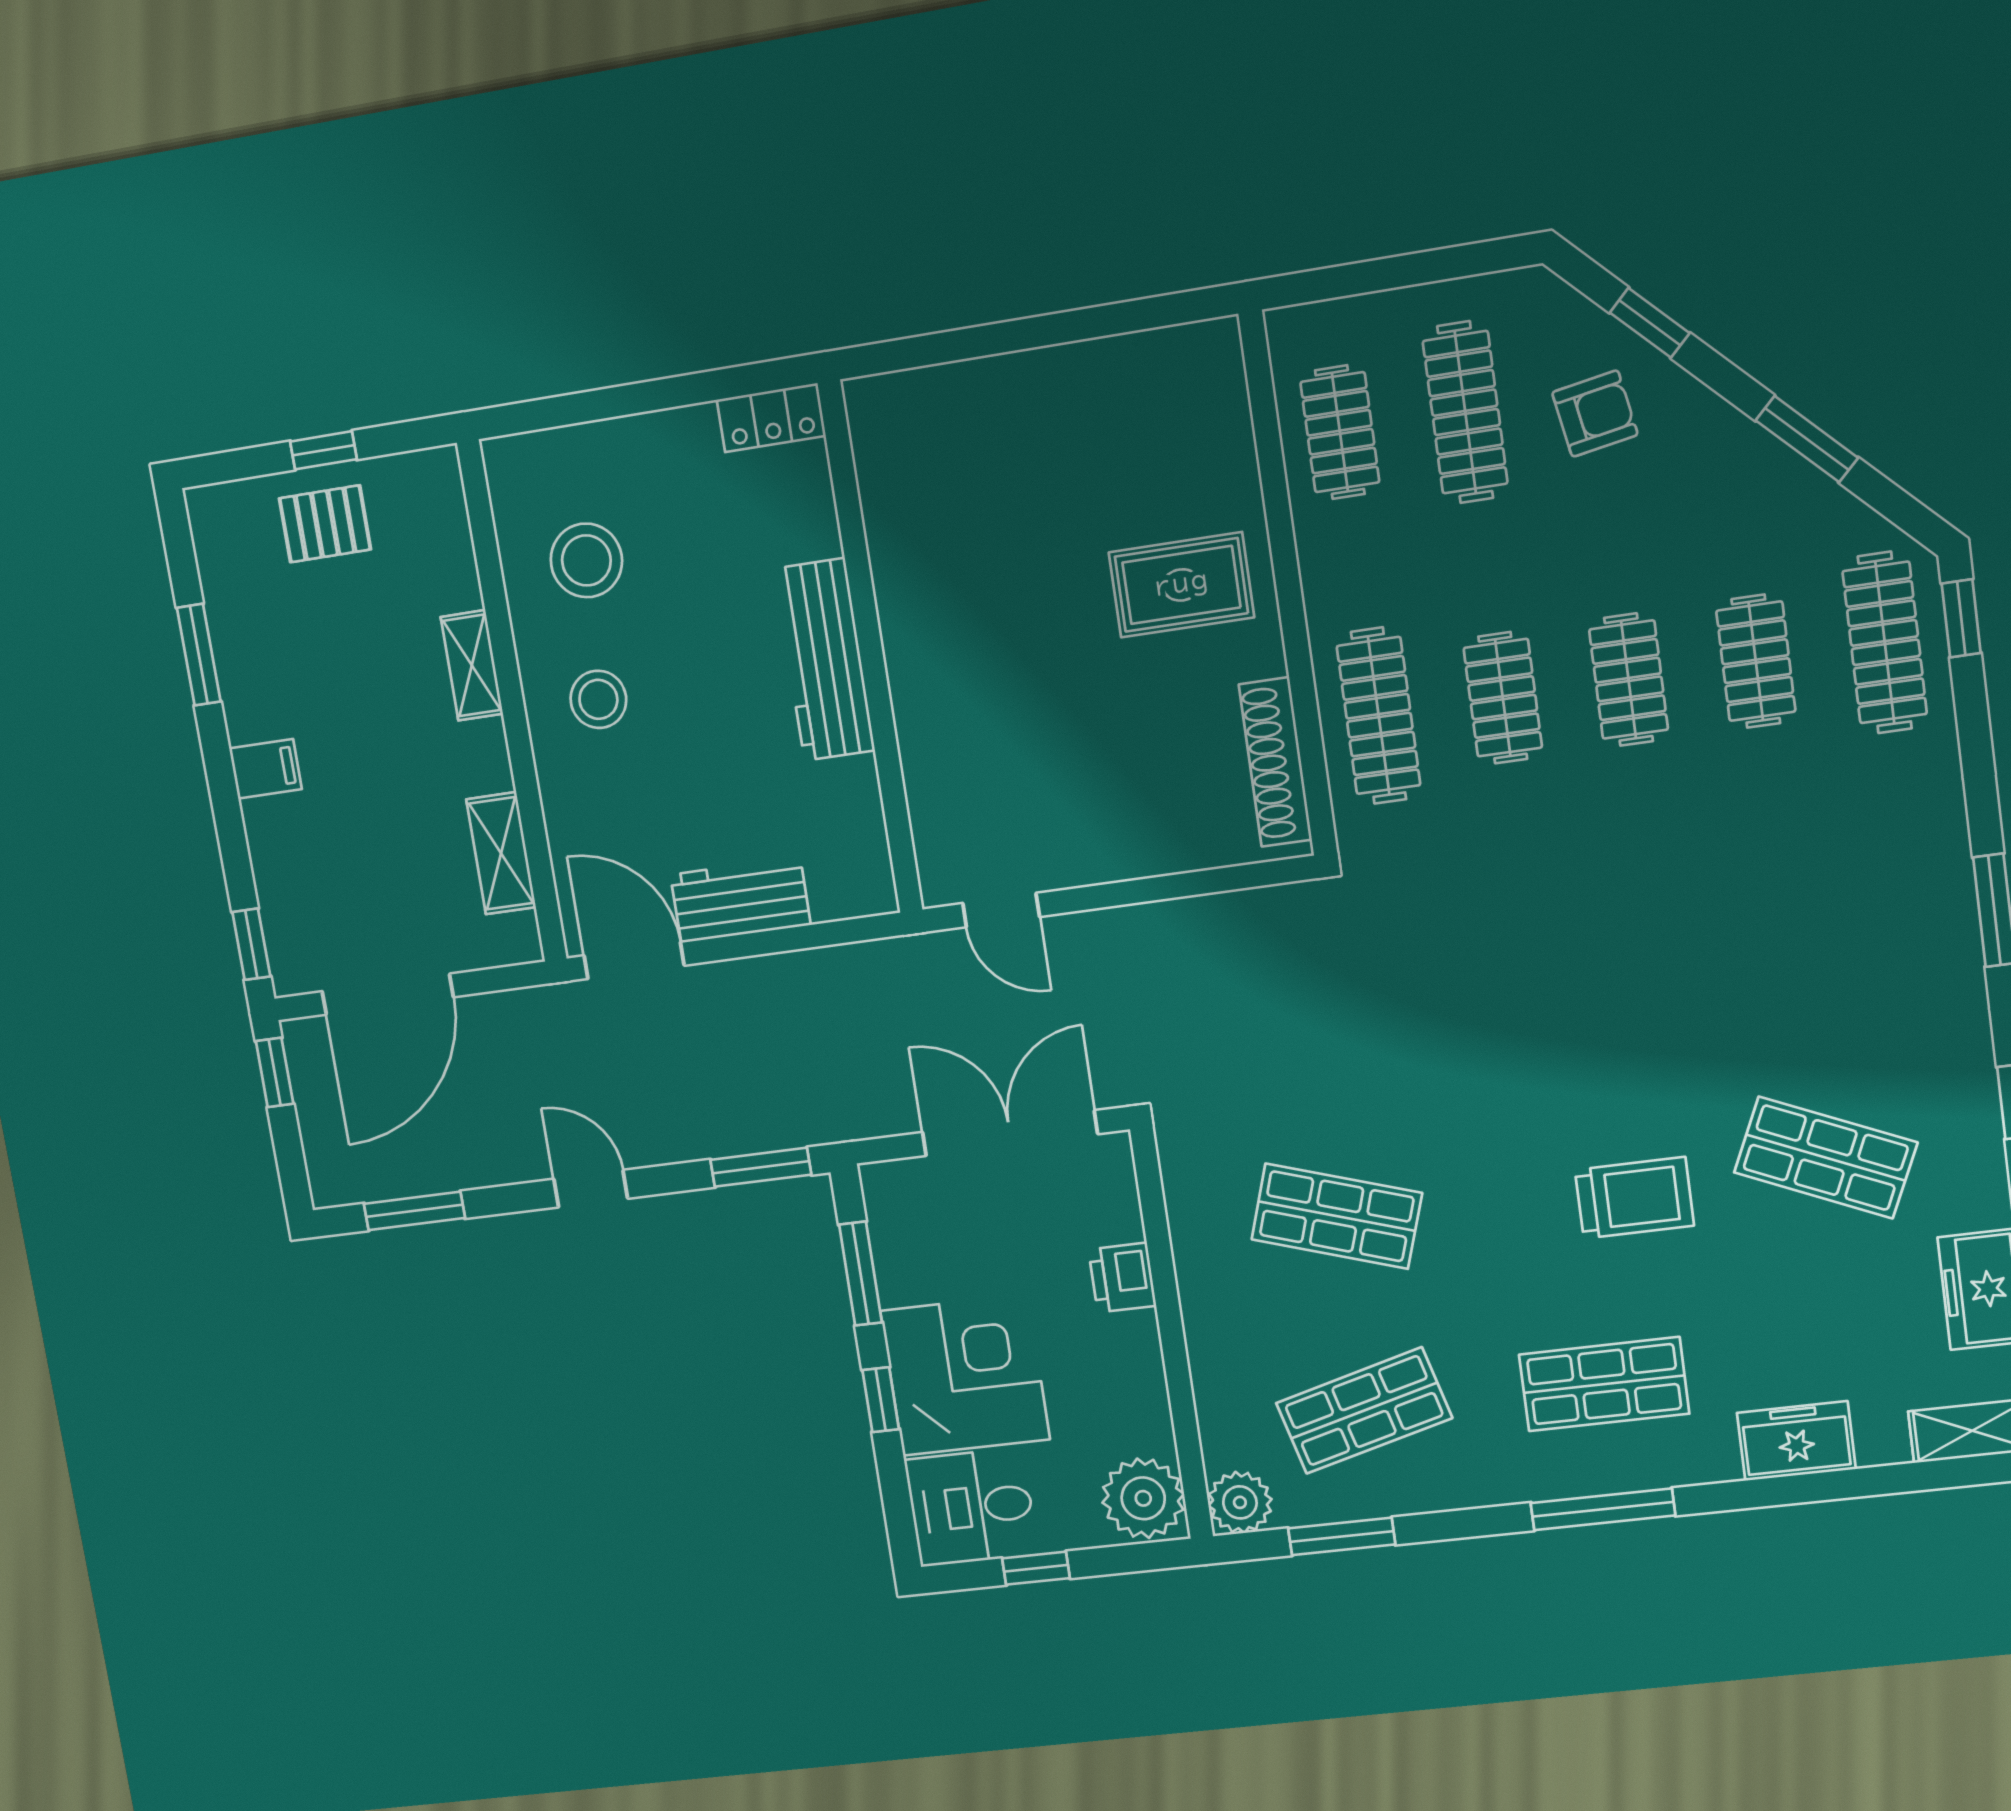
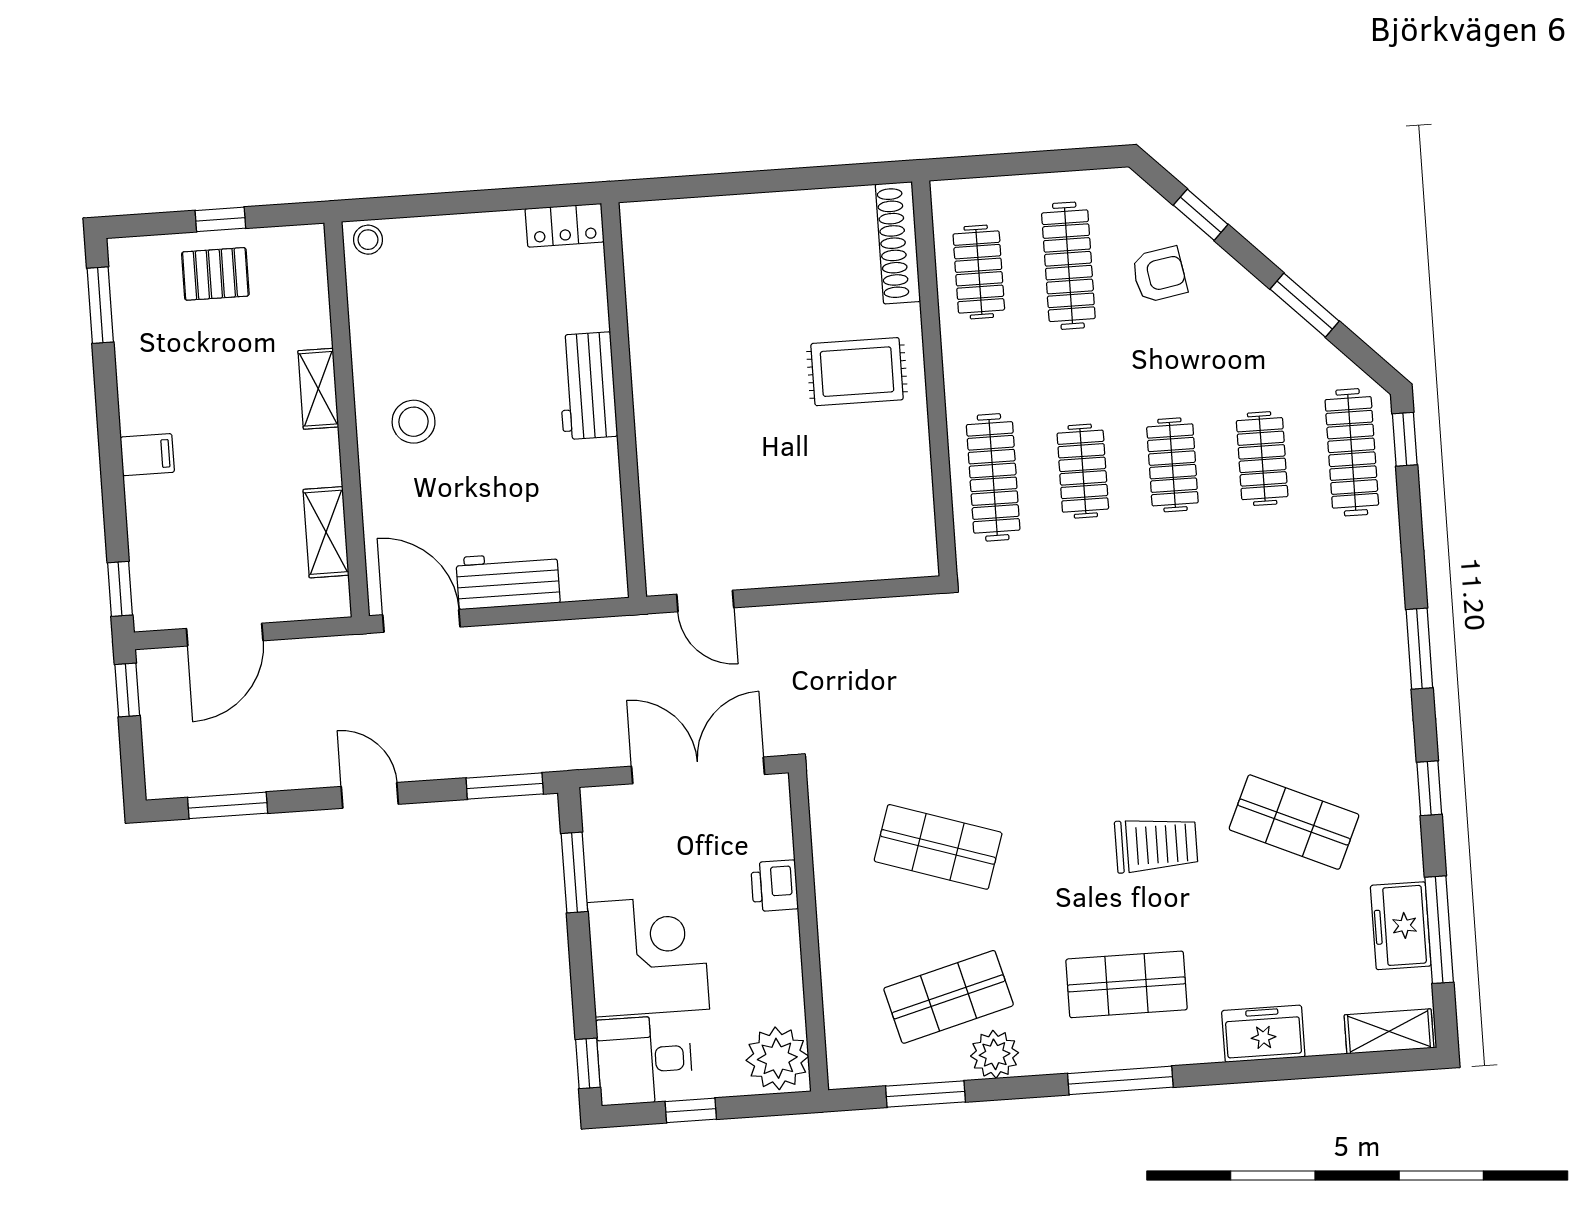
stool: (586, 560) -> (368, 240), moved, width x0.53, depth x0.53
window: (199, 655) -> (100, 305), moved
workbench: (825, 660) -> (587, 386), width x0.73
shoe rack: (1275, 762) -> (898, 243), moved
door: (388, 994) -> (225, 635), width x0.73
window: (881, 1400) -> (588, 1063), moved
plant: (1240, 1502) -> (995, 1054), moved

